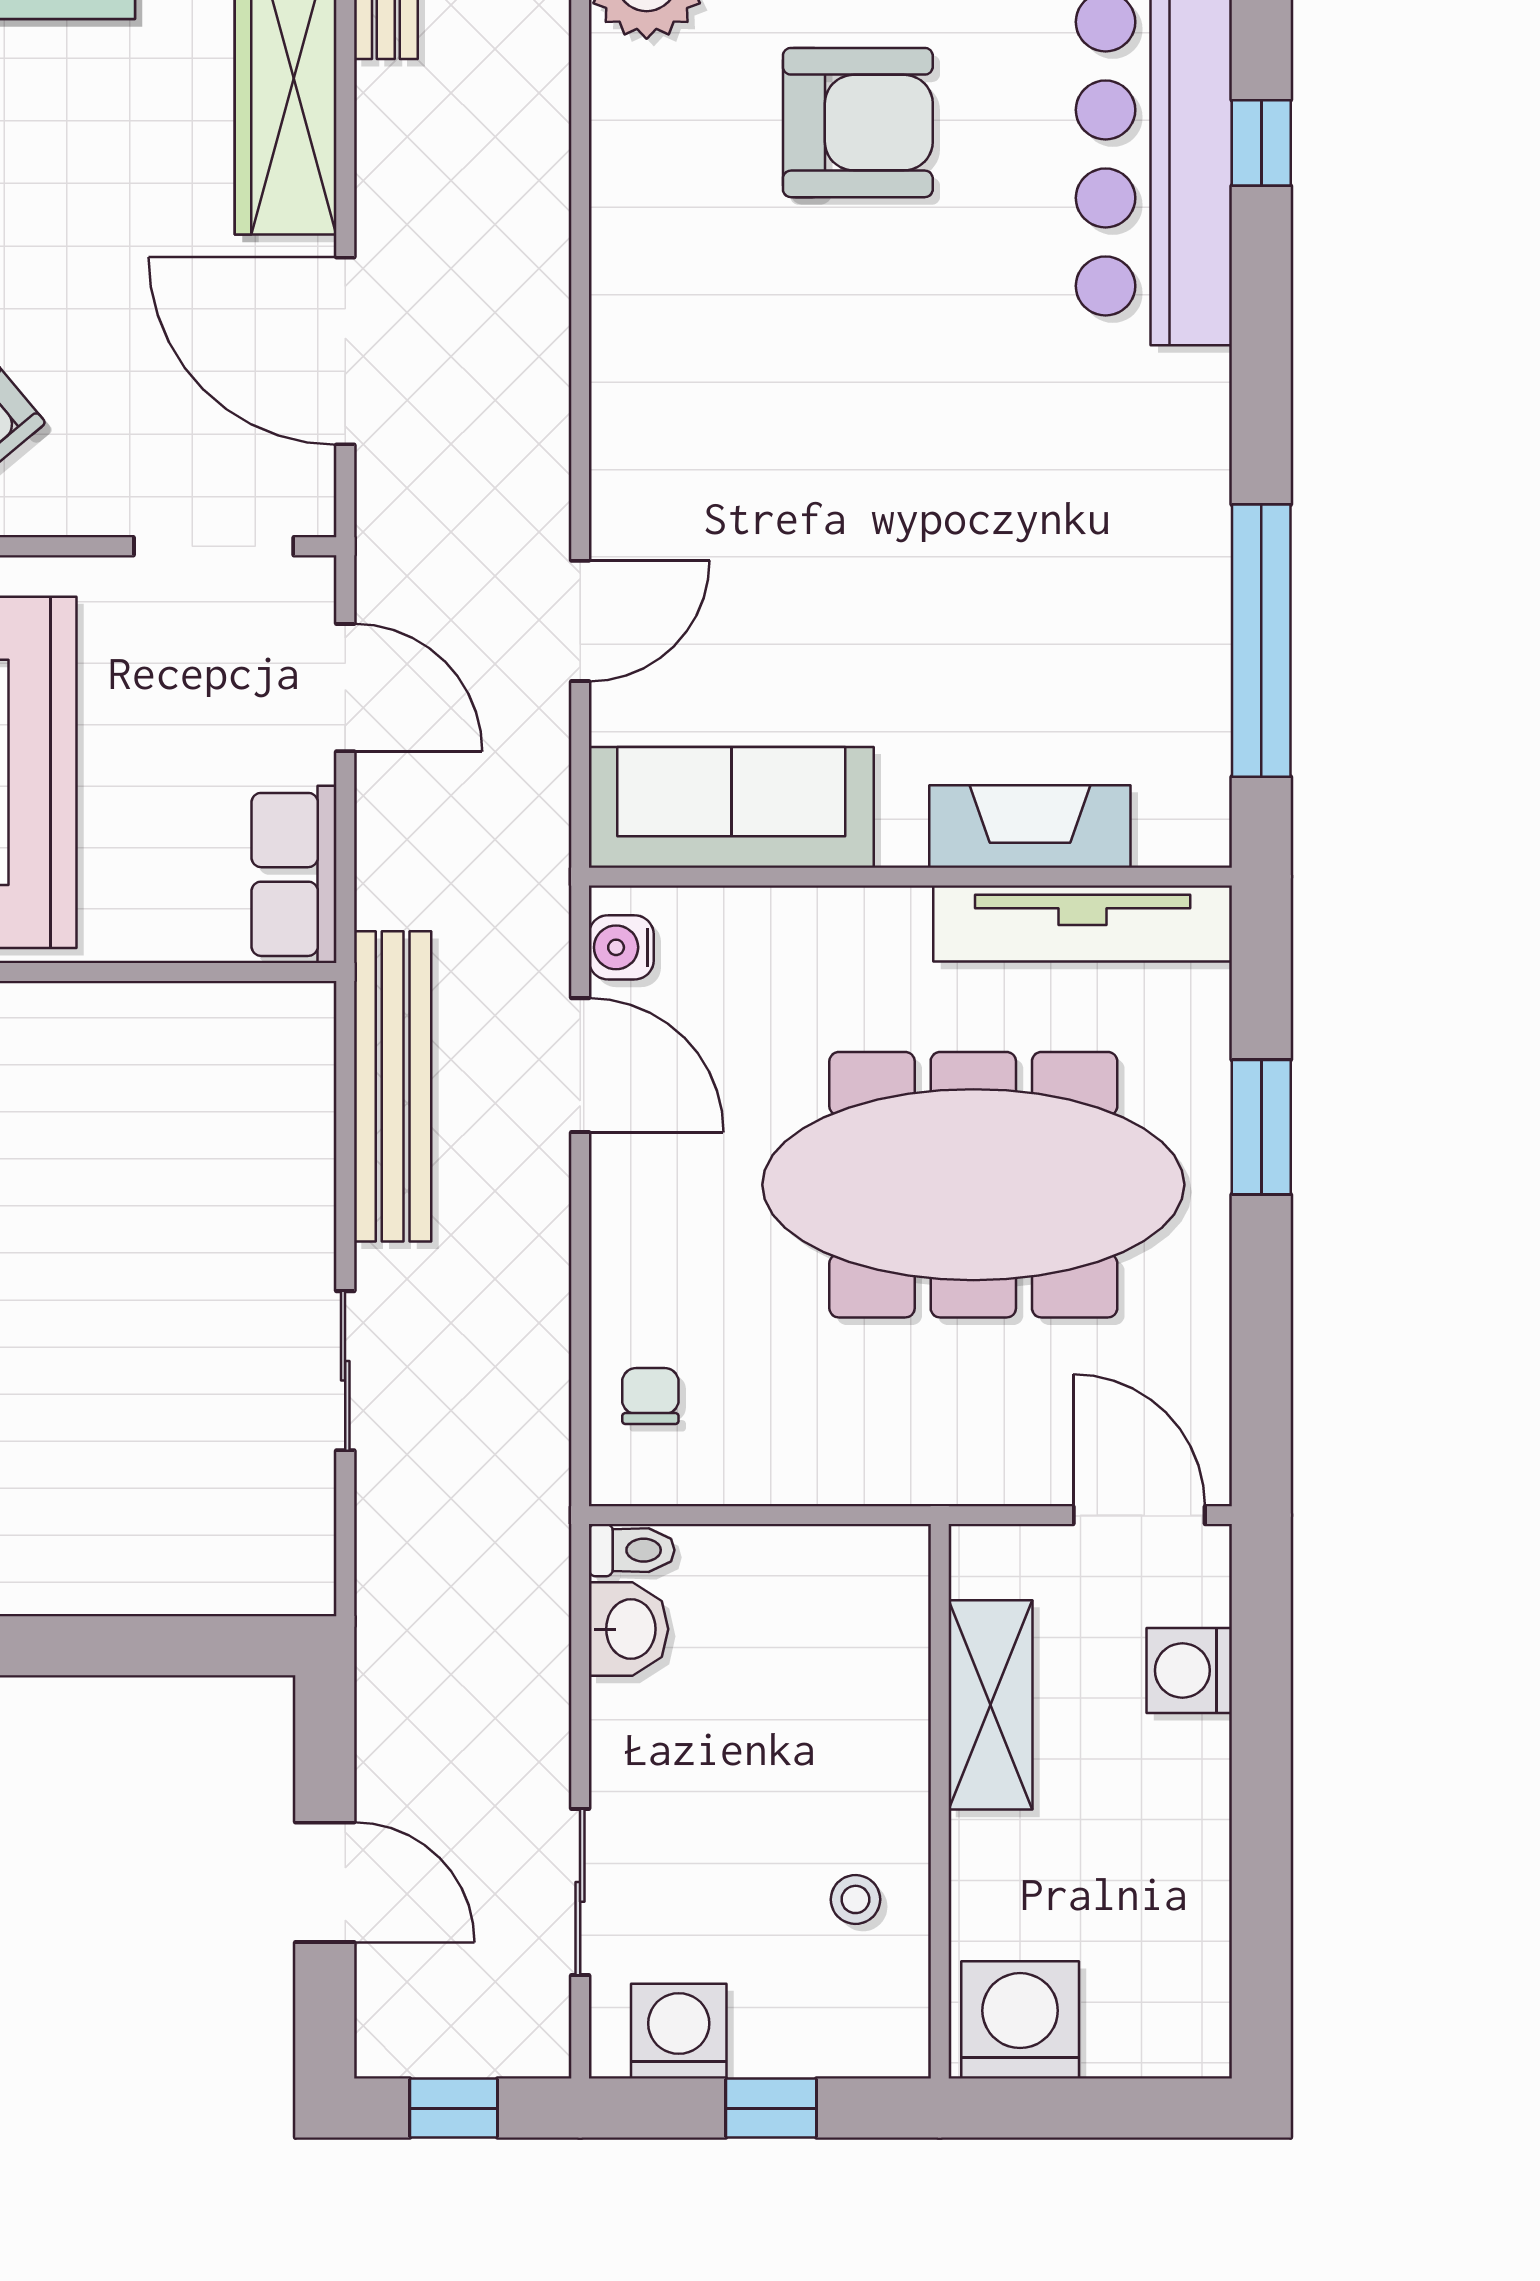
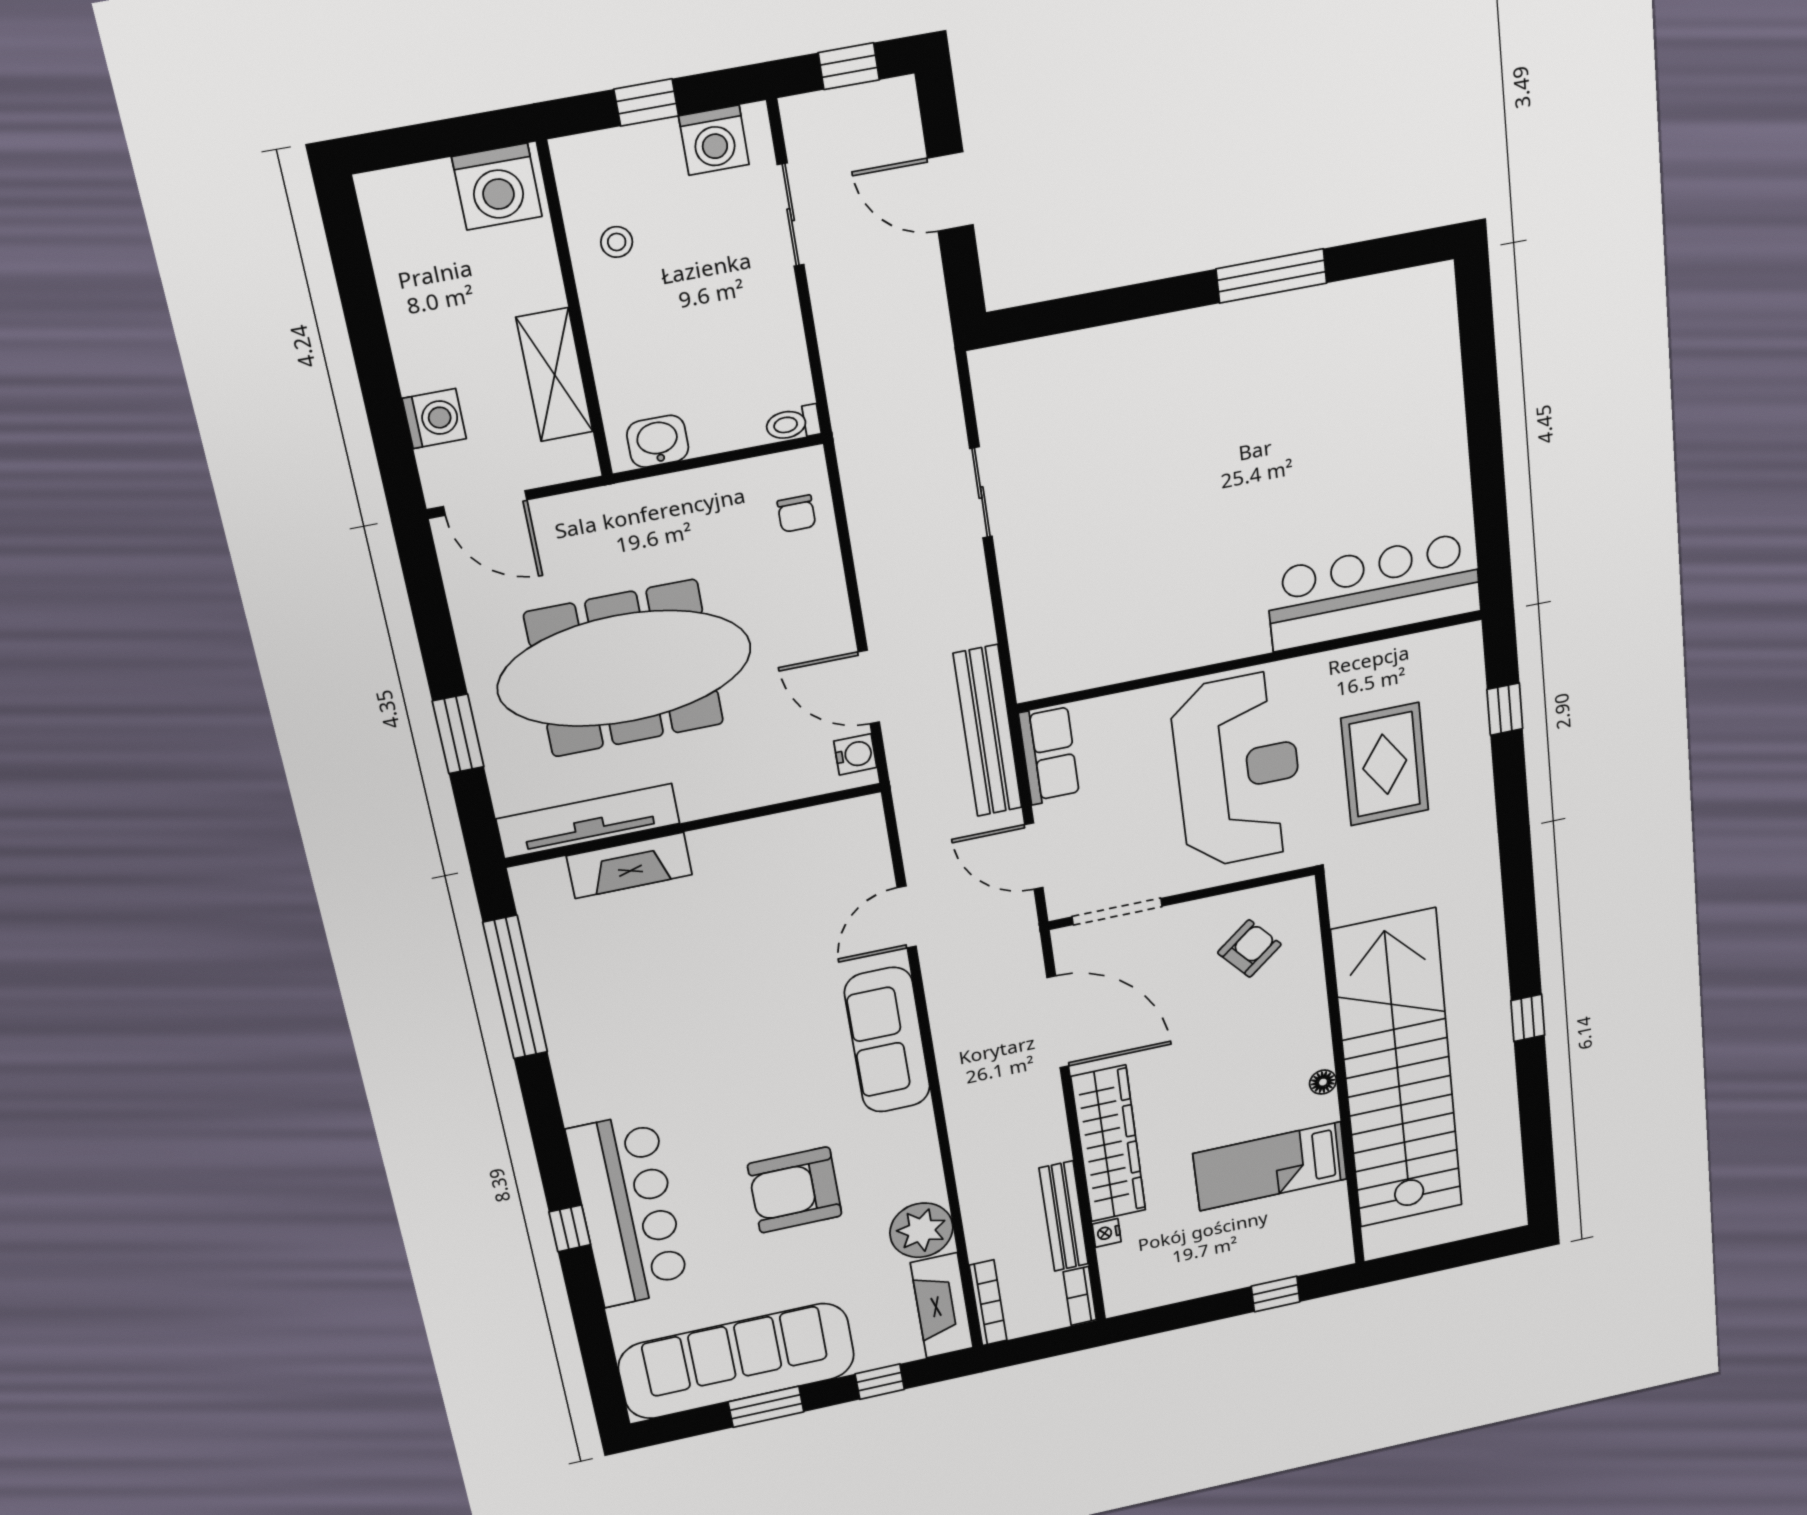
sofa: (731, 807) -> (887, 1040), moved, turned 90
bench: (393, 1086) -> (988, 731), moved
washbasin: (628, 1629) -> (658, 441), moved, turned 90

